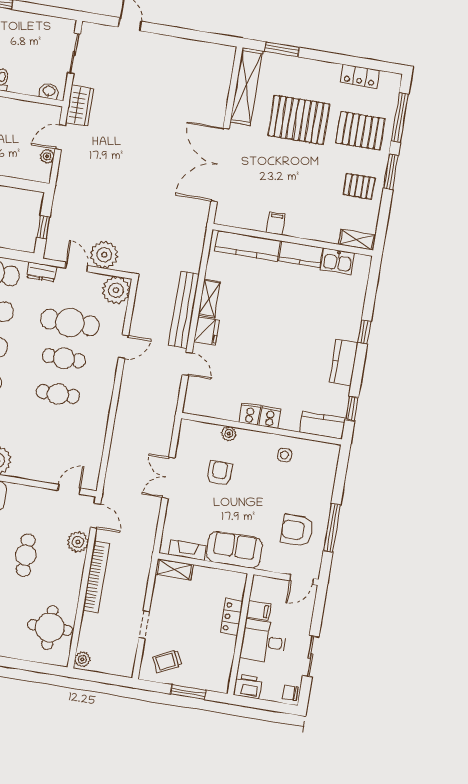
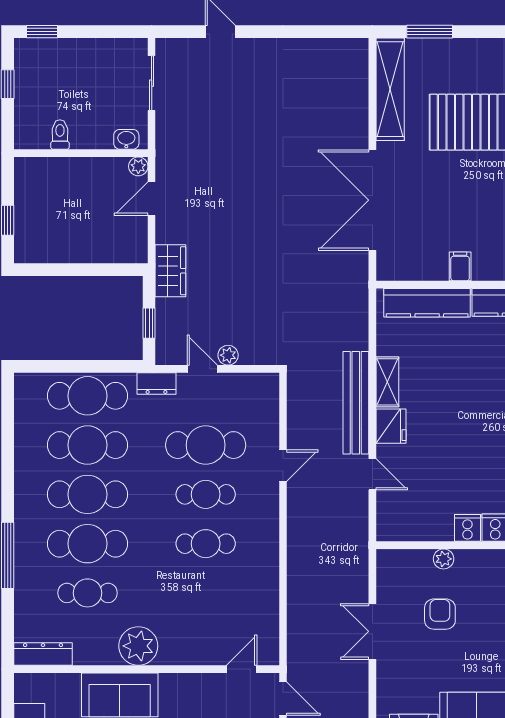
wardrobe: (80, 105) -> (170, 271), moved
plant: (47, 156) -> (138, 166), moved
plant: (104, 255) -> (228, 355), width x0.53, depth x0.53
plant: (116, 290) -> (260, 392), removed

